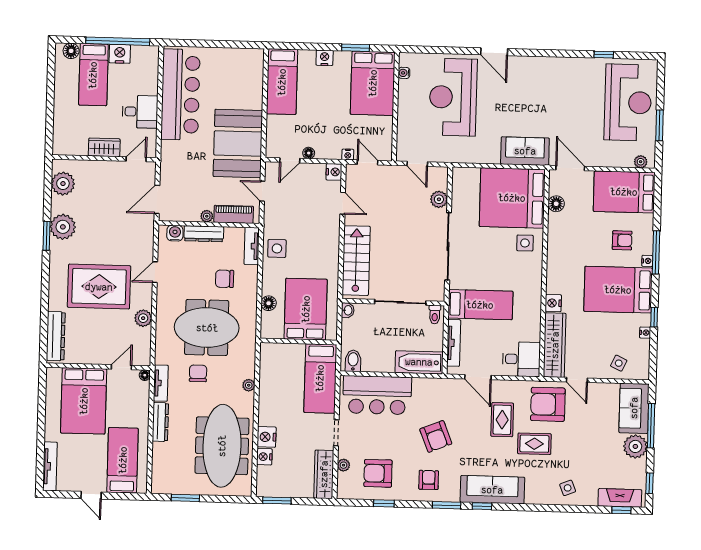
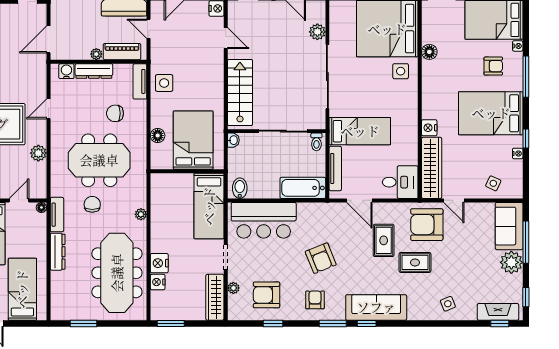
floor lamp: (556, 204) -> (429, 52), moved
nightstand: (647, 261) -> (518, 46), moved

